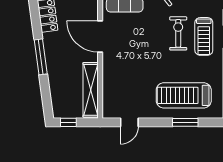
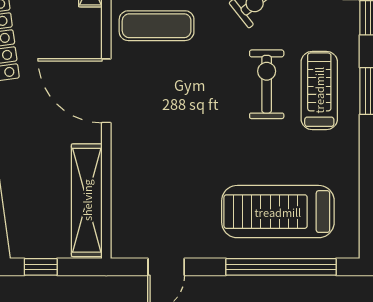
treadmill: (204, 36) -> (319, 90), turned 180
window: (185, 122) -> (281, 267), width x2.11

